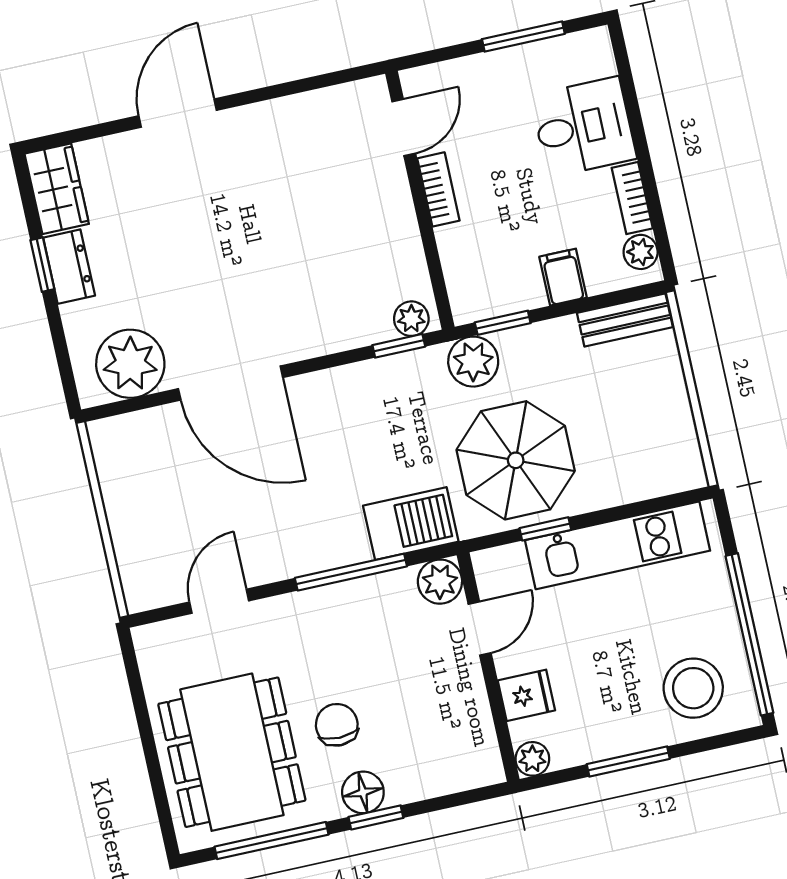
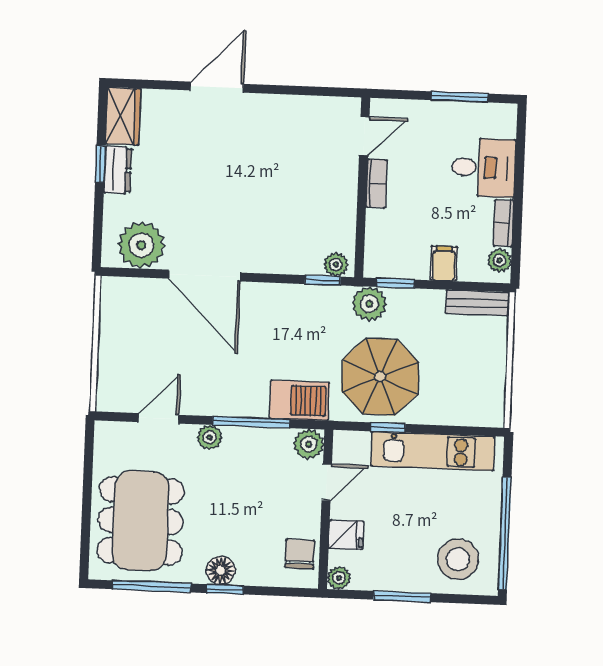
plant: (298, 609) -> (209, 437), added
chair: (337, 725) -> (300, 554), moved

